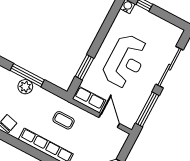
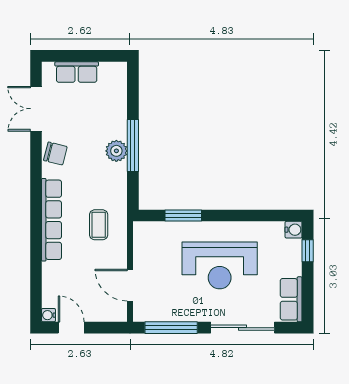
row of seats: (89, 100) -> (291, 299), moved, turned 180
door: (109, 121) -> (130, 285), swing flipped

